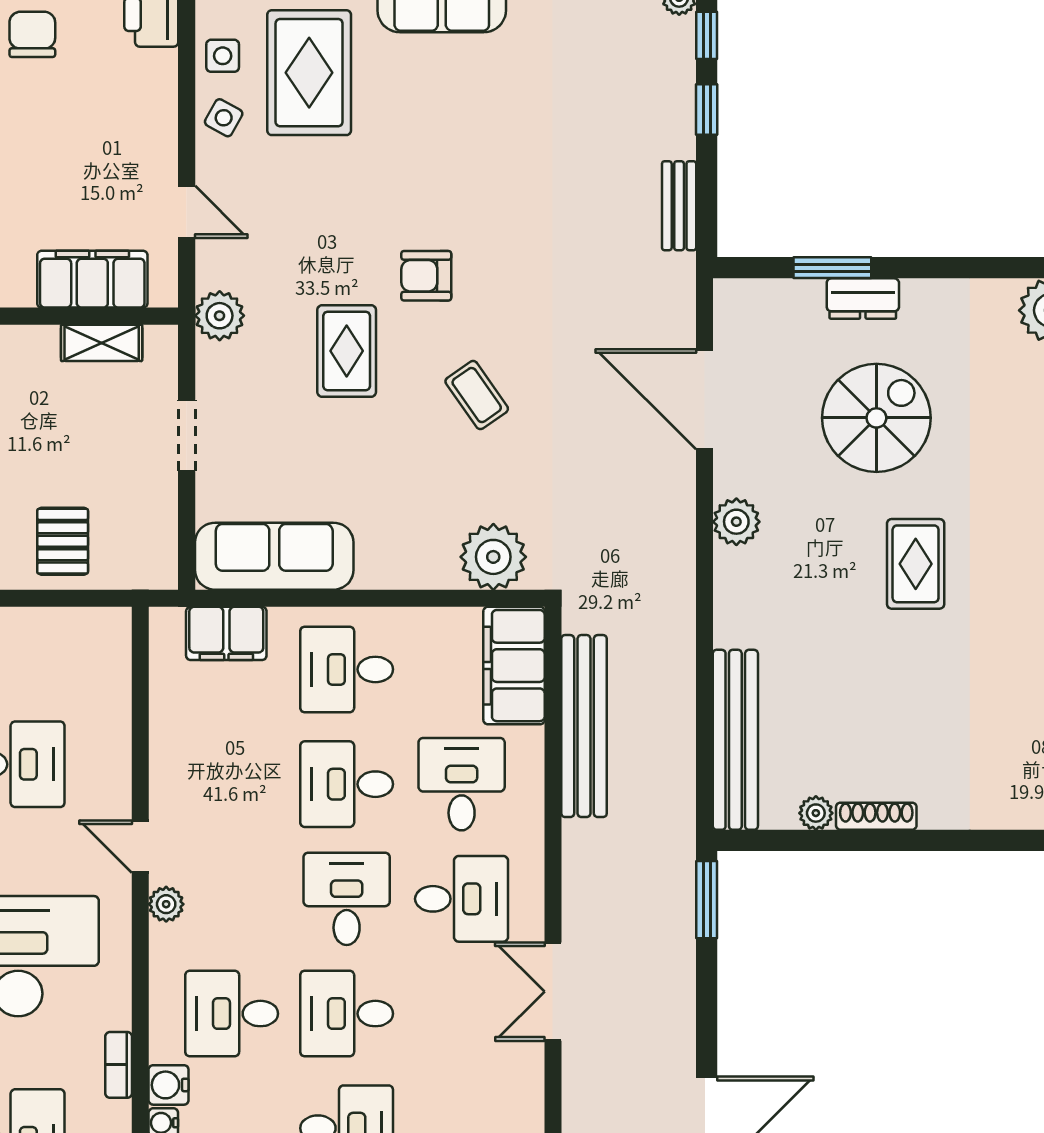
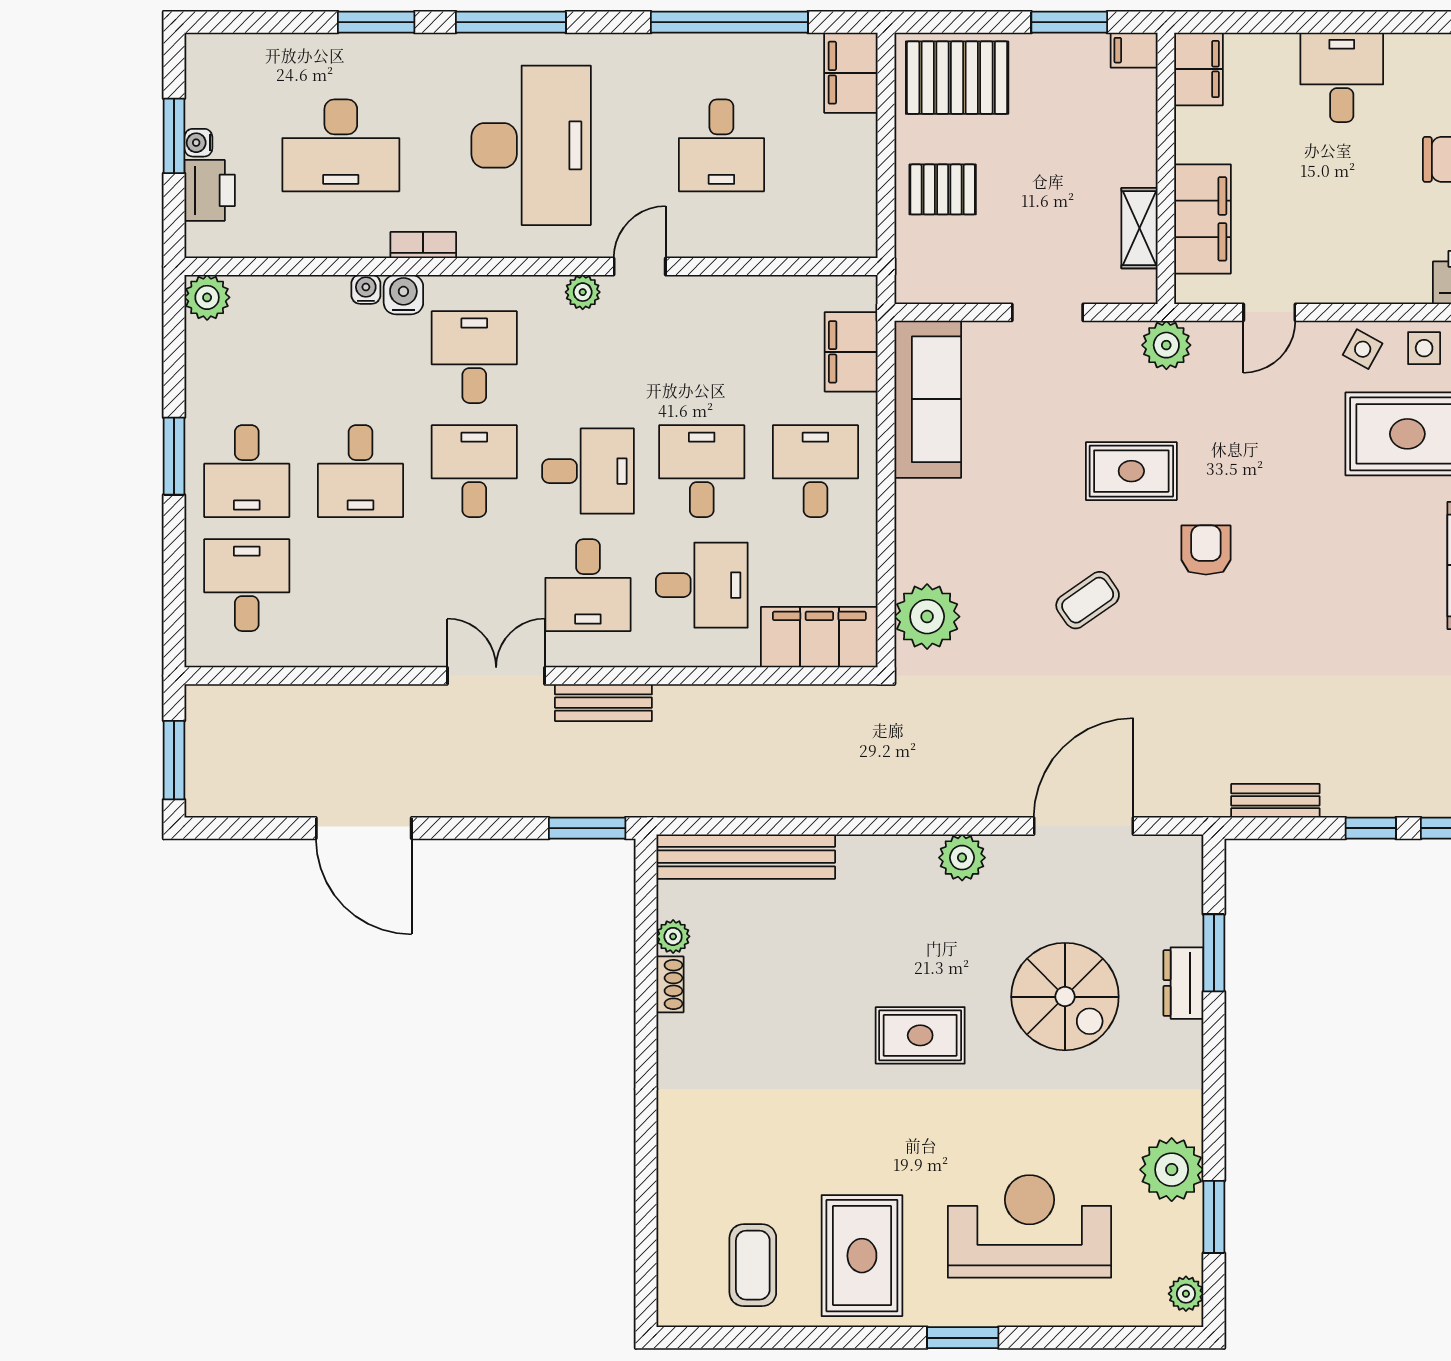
bench: (584, 726) -> (603, 703), moved, width x0.54, depth x0.82
shoe rack: (876, 816) -> (670, 984), width x0.70

